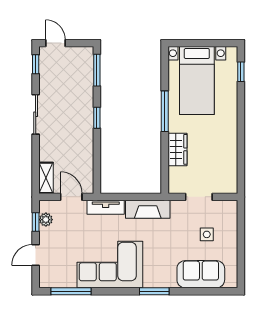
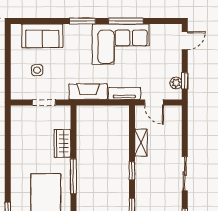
shelving: (46, 178) -> (141, 143), moved
door: (36, 255) -> (185, 41), moved
window: (71, 291) -> (126, 21), moved

